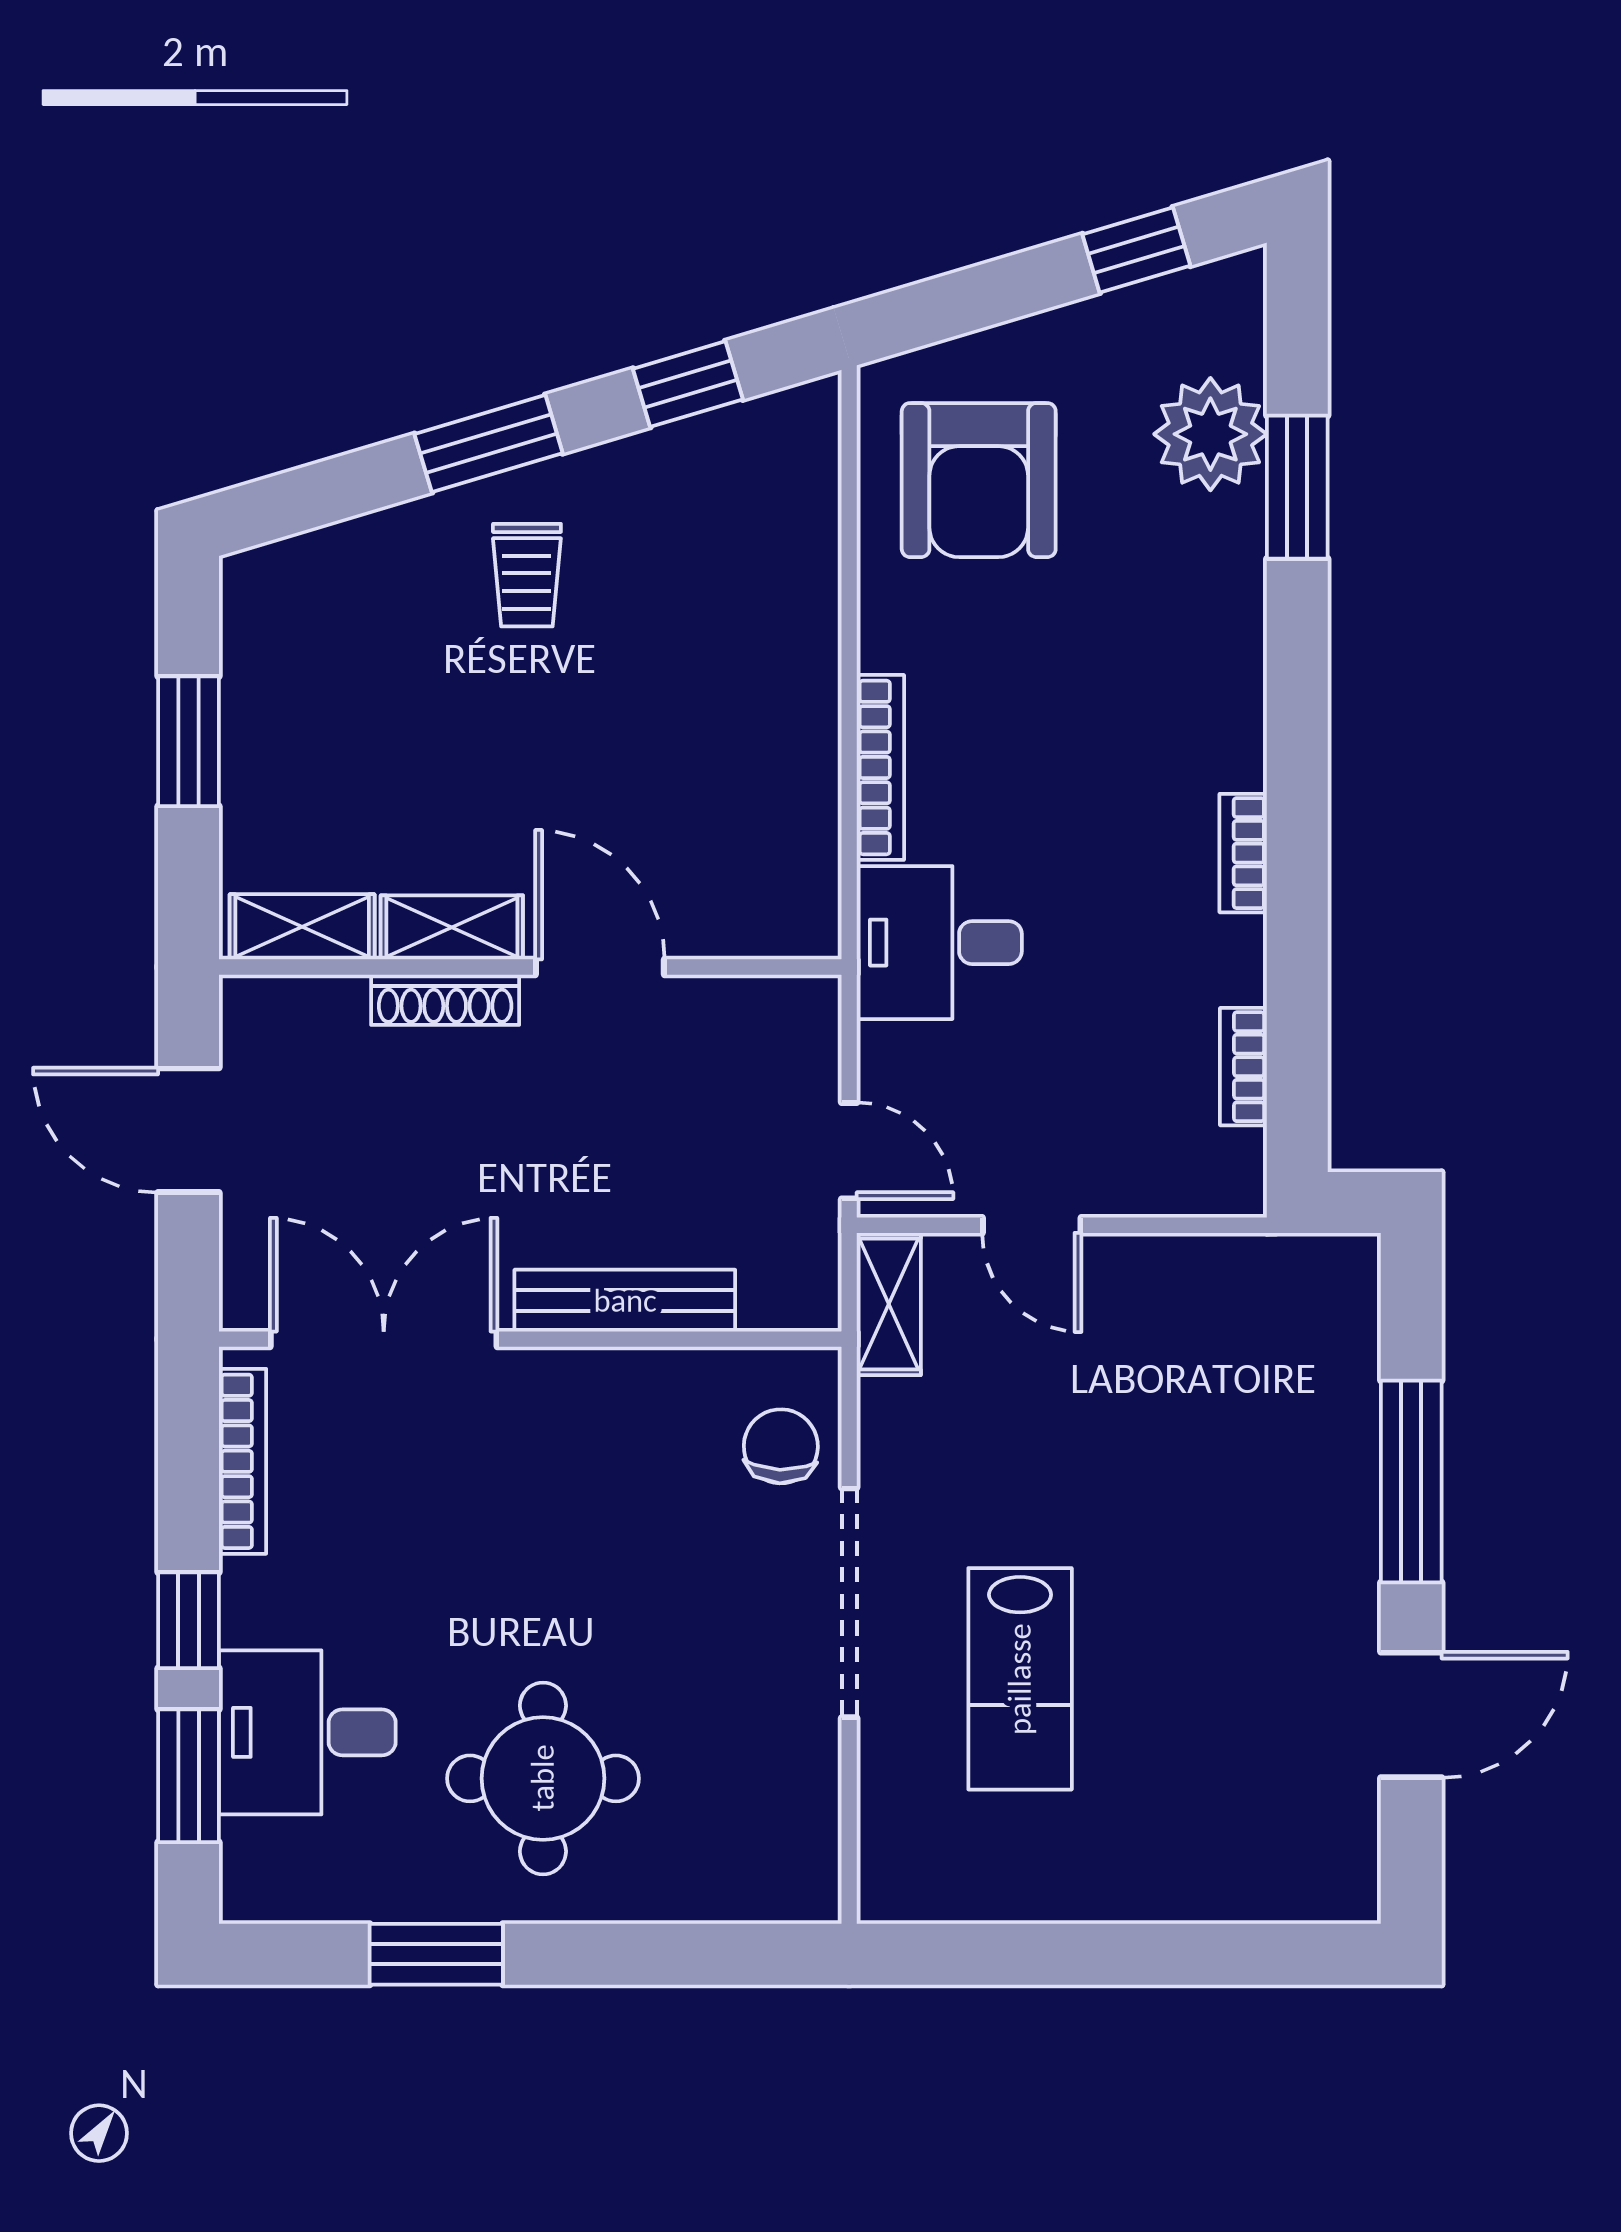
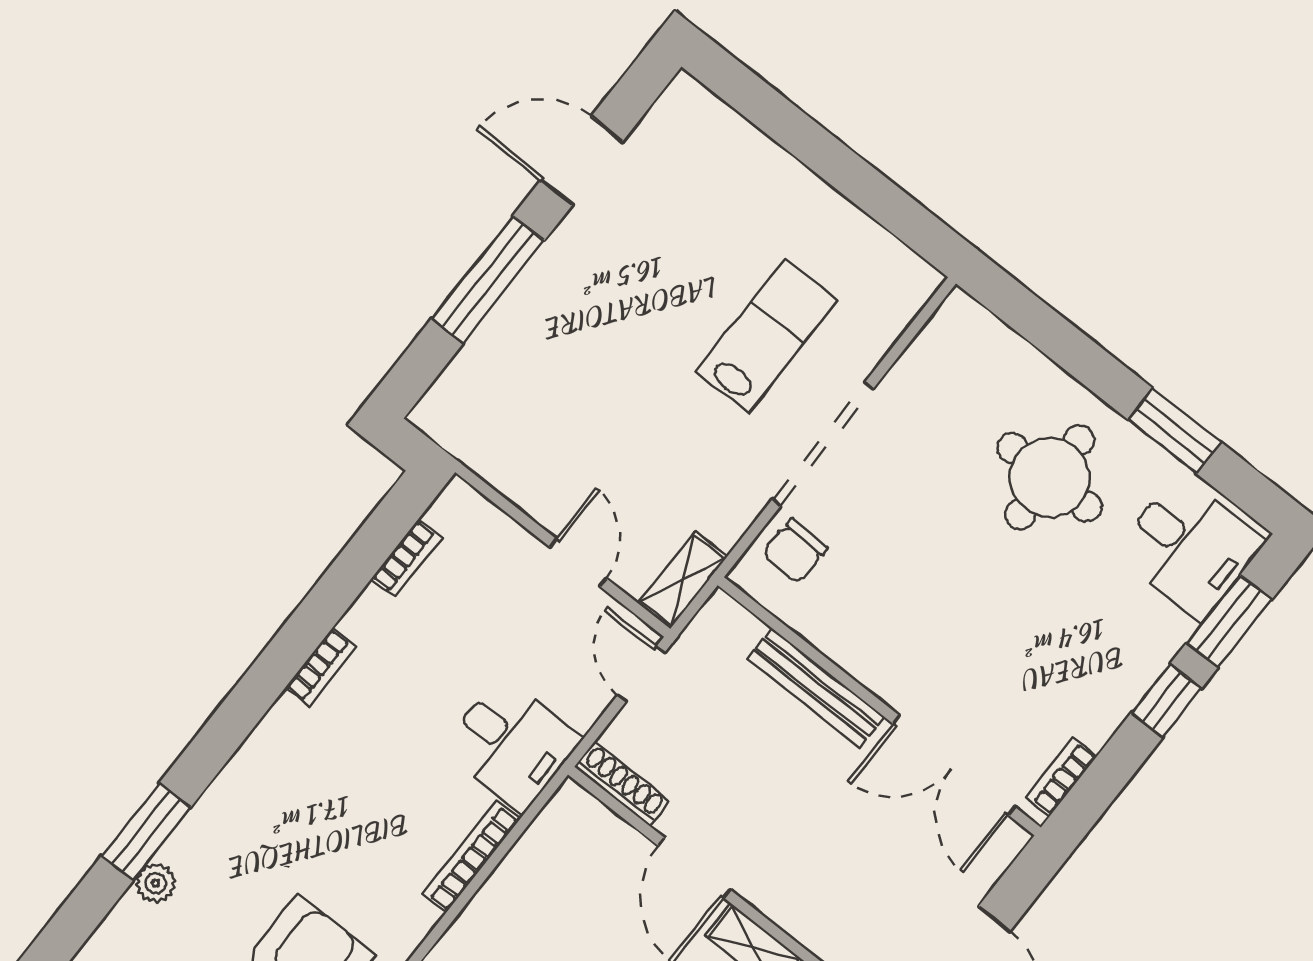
plant: (1210, 434) -> (156, 883), width x0.53, depth x0.53
shoe rack: (445, 1000) -> (622, 784), moved
bookcase: (242, 1461) -> (1062, 777), width x0.64
desk: (307, 1732) -> (1189, 547), moved

